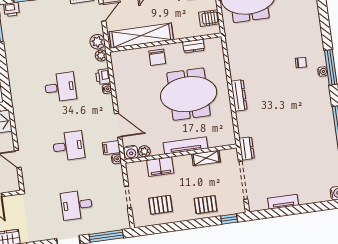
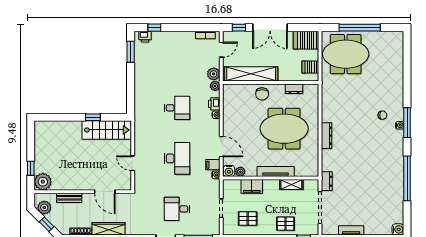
desk: (68, 146) -> (177, 158), width x1.37

